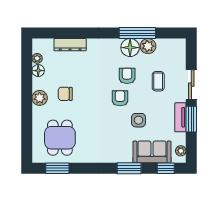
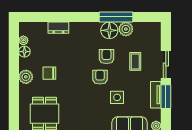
dresser: (70, 45) -> (58, 28), width x0.70

